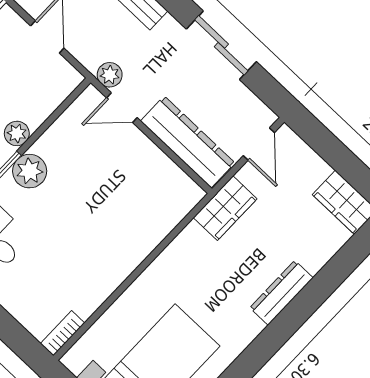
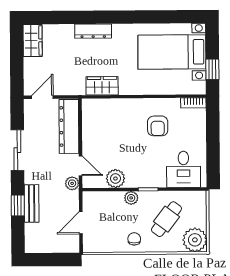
plant: (30, 171) -> (115, 179), moved
wardrobe: (225, 208) -> (102, 86), moved
armchair: (77, 258) -> (158, 126), added

